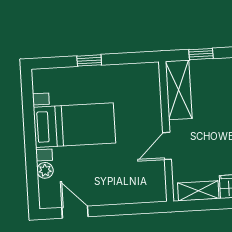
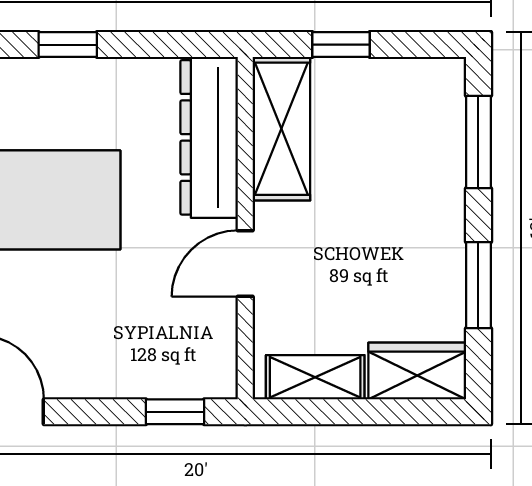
dresser: (149, 95) -> (209, 137), added
window: (142, 208) -> (175, 412), added

